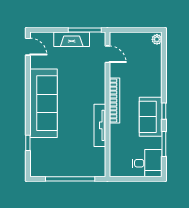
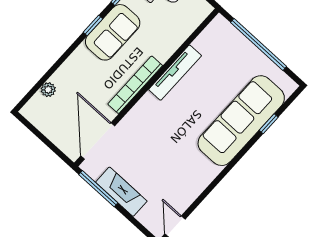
plant: (157, 39) -> (48, 90), moved
door: (107, 54) -> (98, 141), width x1.88
sofa: (43, 103) -> (241, 121), moved

